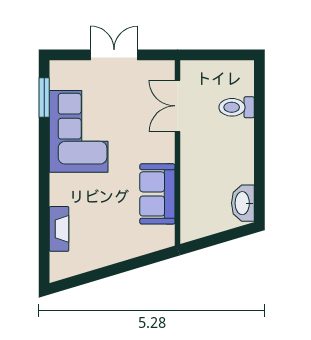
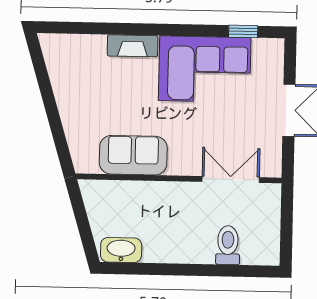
window: (44, 98) -> (243, 31), width x0.67
fireplace: (59, 229) -> (133, 46), moved

